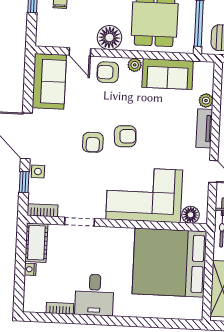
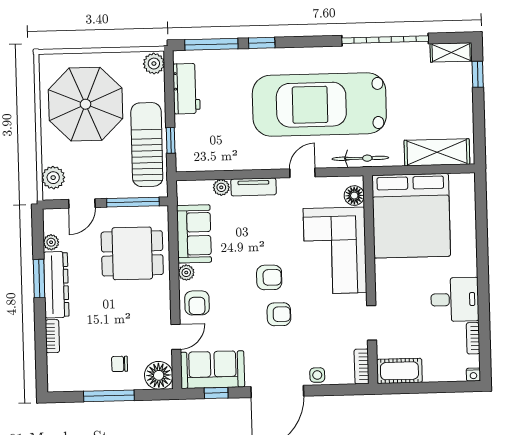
floor lamp: (109, 38) -> (159, 375), moved
armchair: (125, 136) -> (269, 277), turned 93
window: (24, 182) -> (216, 393), moved
nightstand: (30, 269) -> (473, 375), moved

